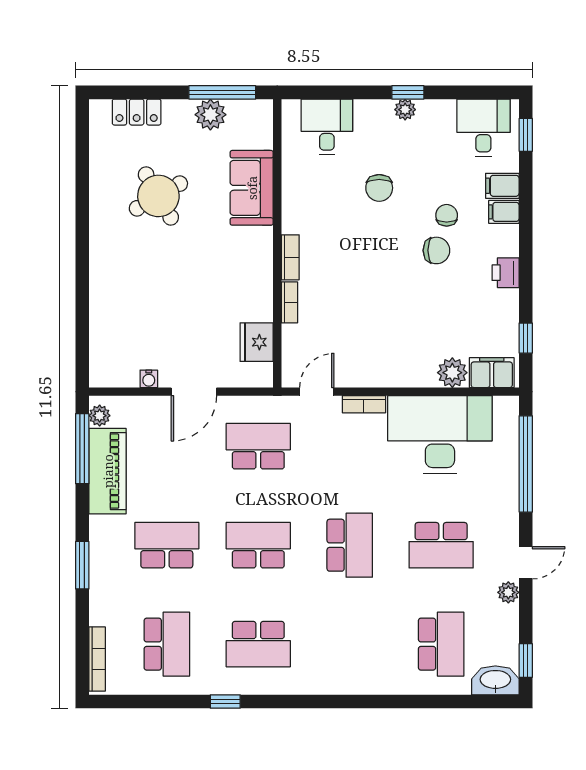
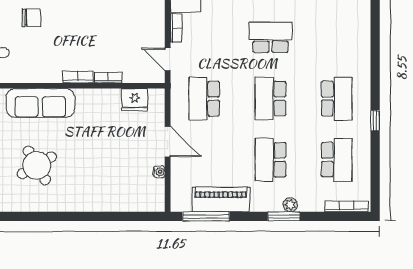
sofa: (252, 188) -> (40, 103), width x1.36
plant: (100, 416) -> (290, 205), moved
school desk: (167, 644) -> (337, 160), turned 90

